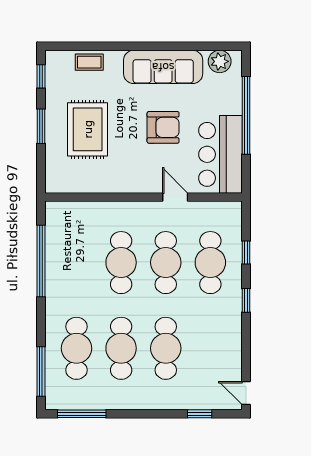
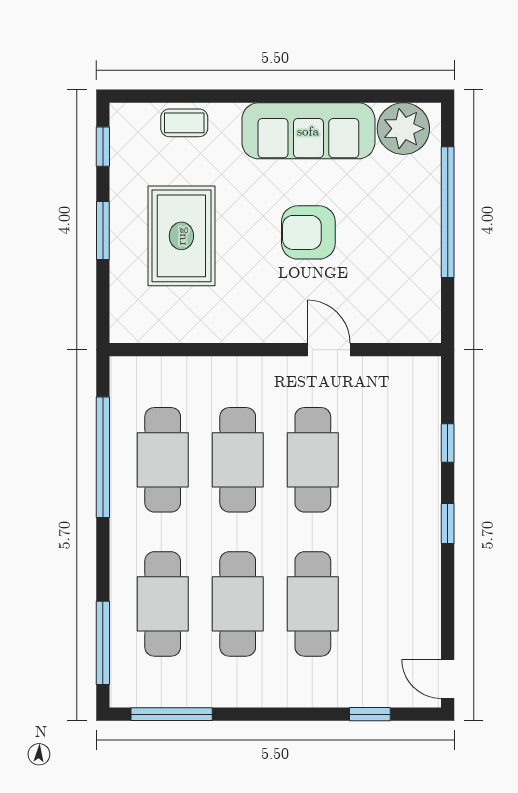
plant: (220, 61) -> (403, 129), width x1.36, depth x1.36
armchair: (163, 127) -> (308, 232), turned 180
bar counter: (220, 154) -> (405, 278), removed
cafe table: (210, 263) -> (163, 460), moved

